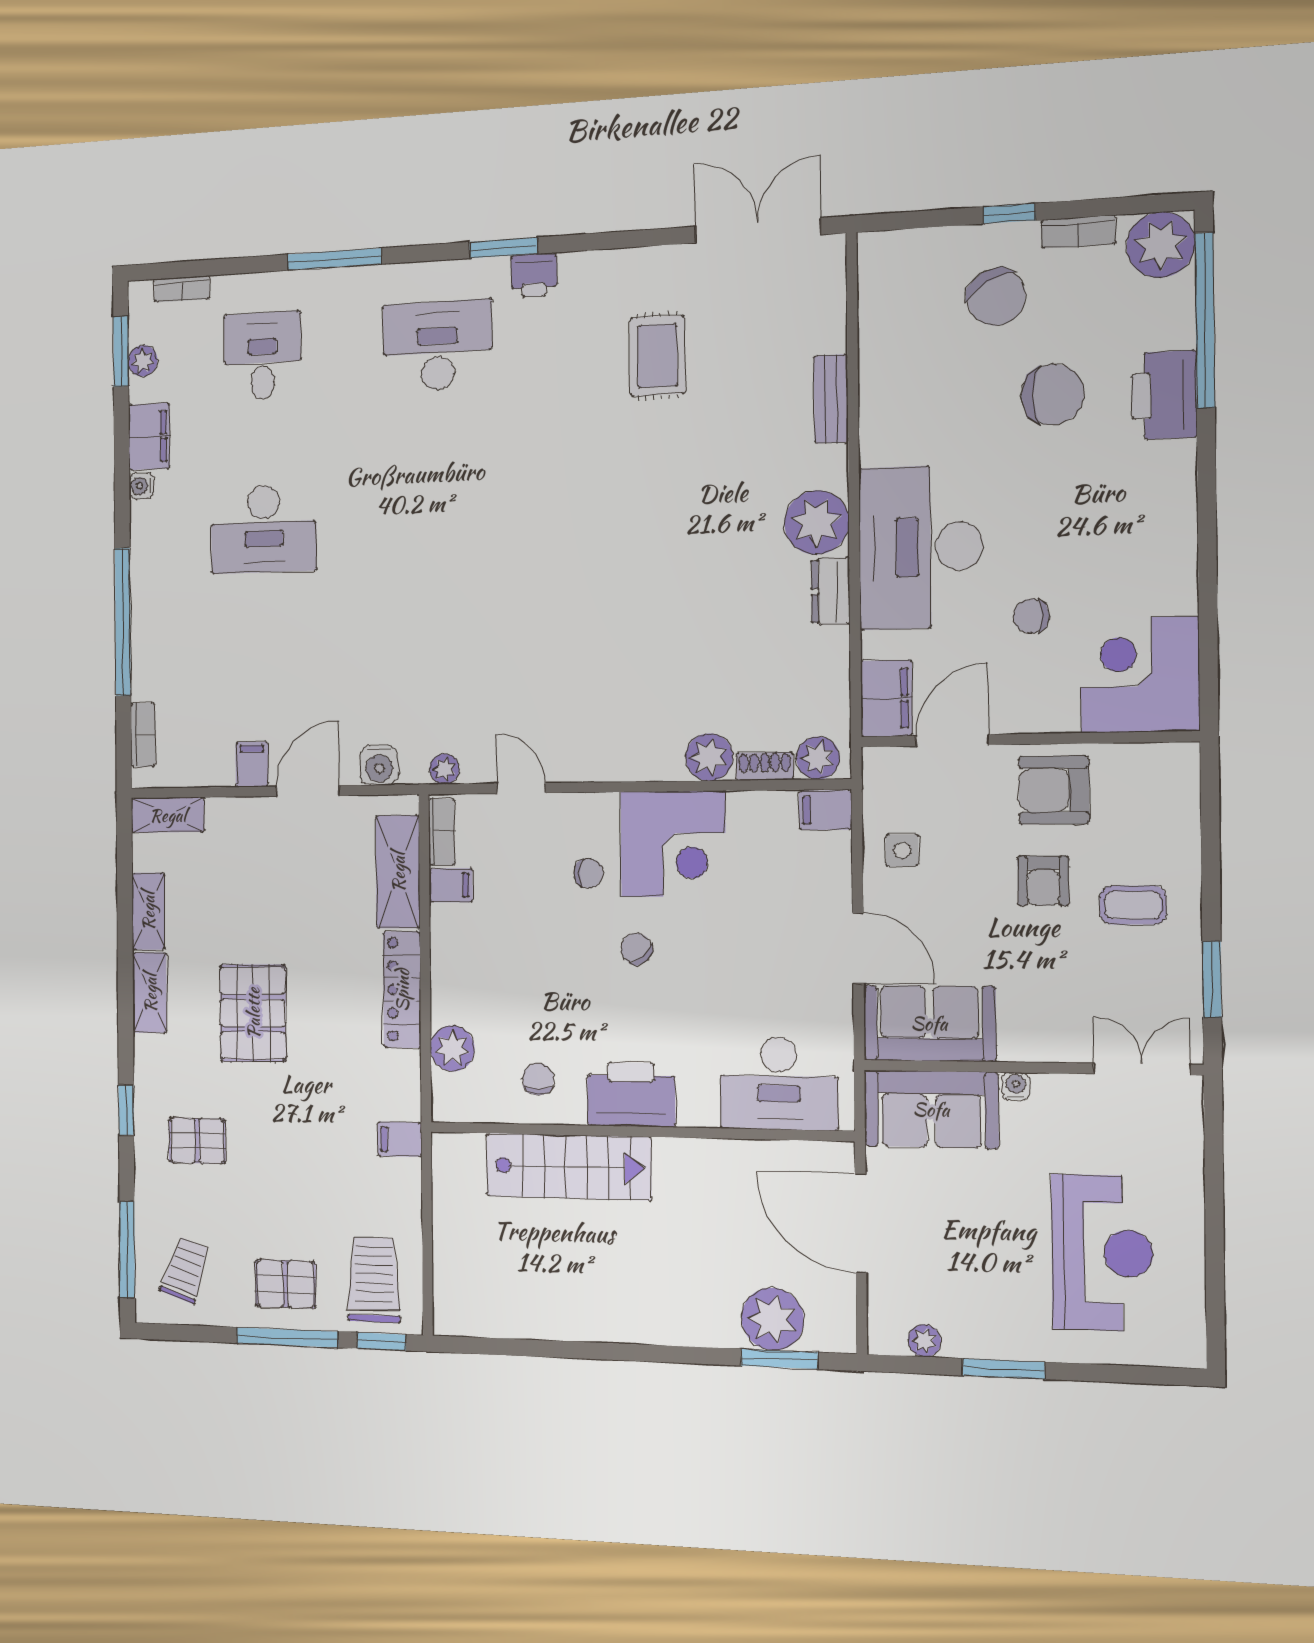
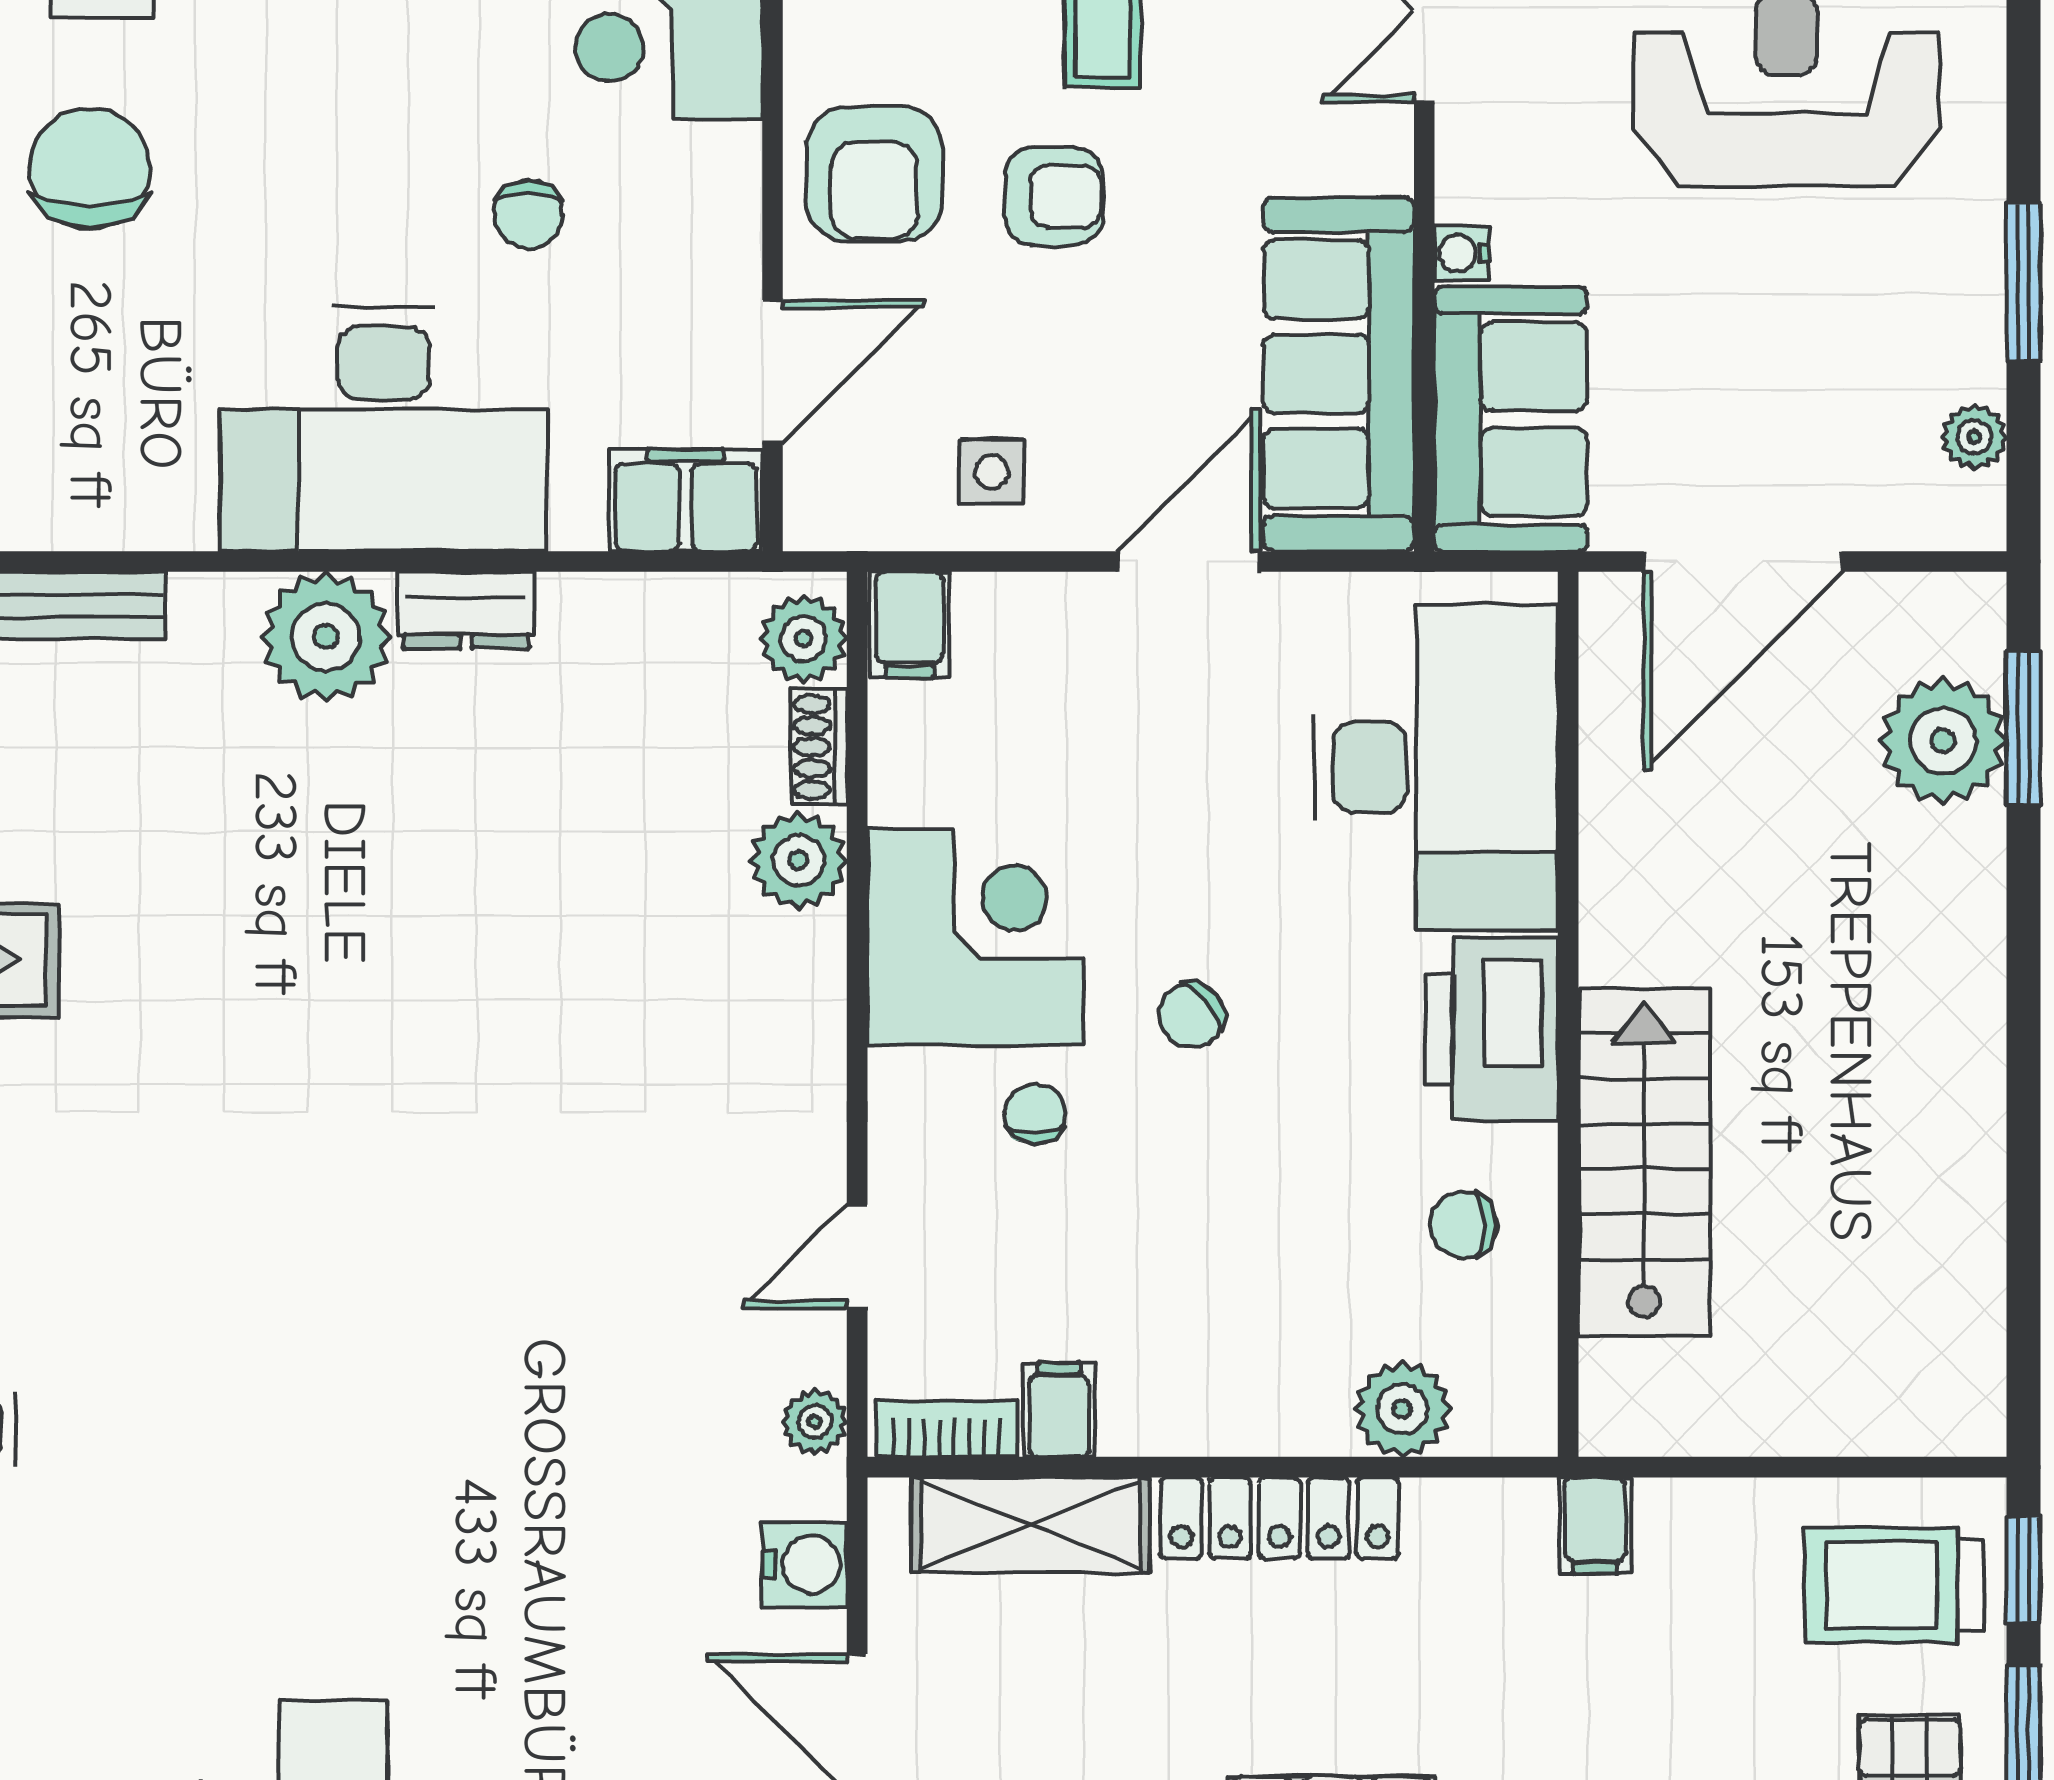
door: (952, 740) -> (773, 371), swing flipped
sofa: (929, 1023) -> (1339, 374), width x1.36
desk: (779, 1083) -> (1436, 767), width x1.36, depth x1.30

